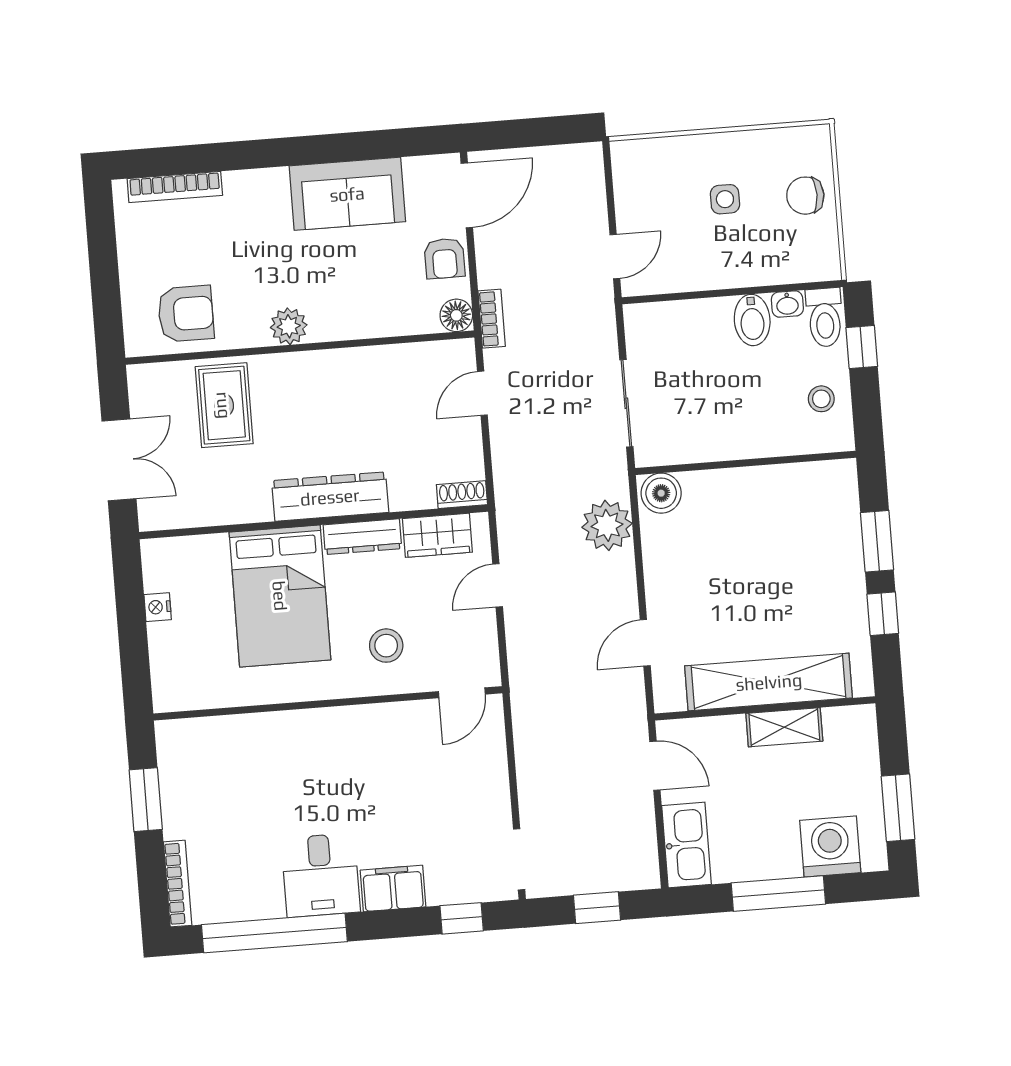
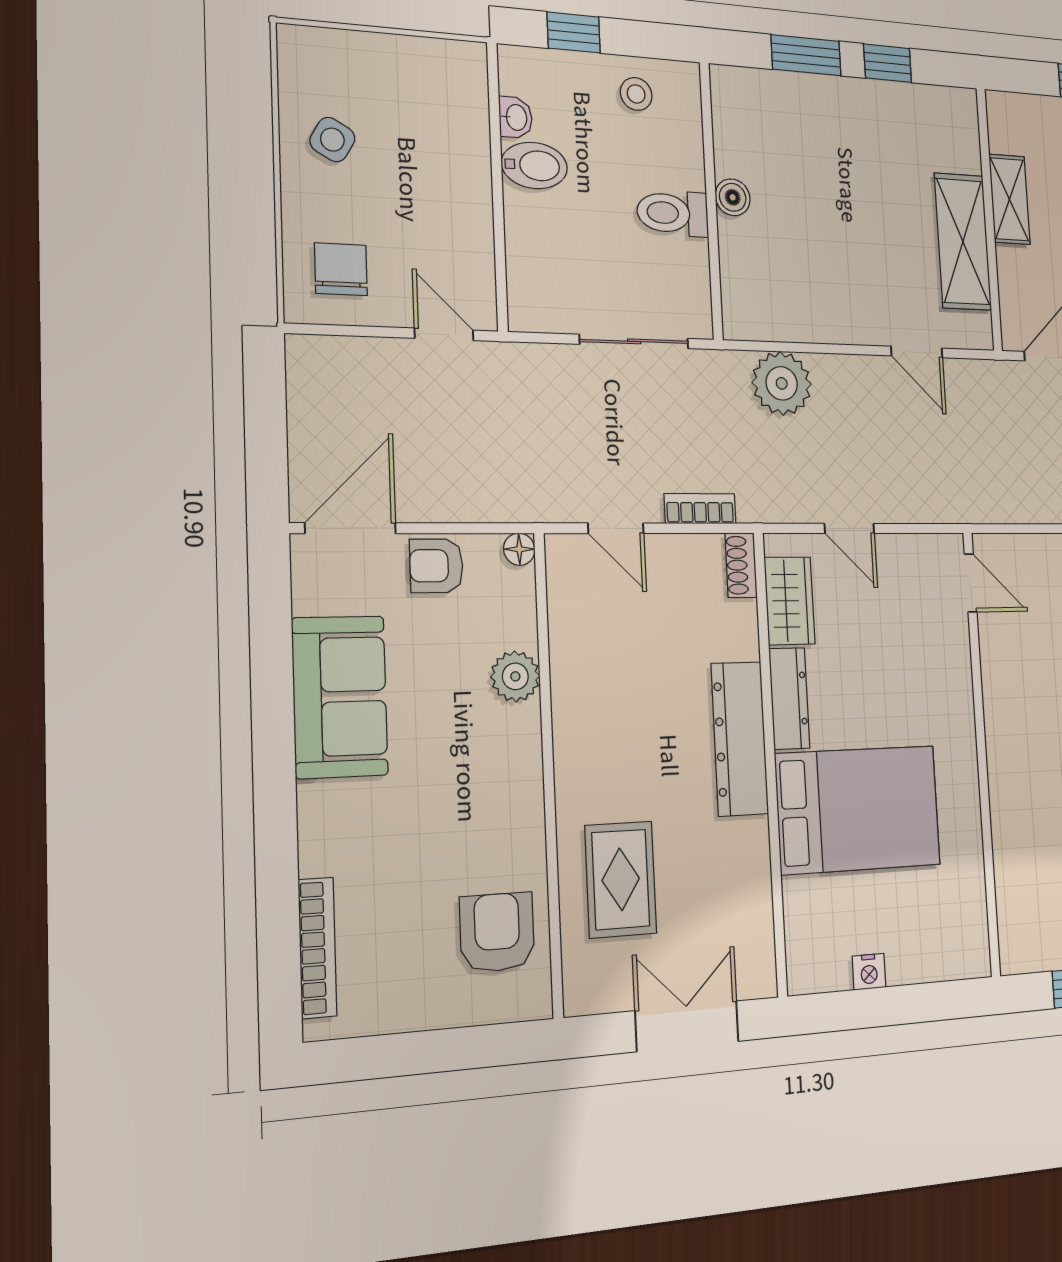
door: (467, 195) -> (351, 528), hinge flipped
chair: (805, 196) -> (341, 269), moved, turned 180
side table: (725, 199) -> (332, 140), moved, turned 30
armchair: (445, 258) -> (436, 566), turned 180
floor lamp: (456, 315) -> (519, 549), width x0.73, depth x0.73
toilet: (825, 317) -> (673, 213), moved, turned 180
bookcase: (492, 319) -> (700, 509), moved
plant: (289, 326) -> (515, 676), moved
rug: (224, 405) -> (621, 879), turned 90
boiler: (661, 493) -> (733, 197), moved, width x0.73, depth x0.73
stool: (386, 646) -> (917, 675), removed
shelving: (769, 682) -> (963, 242), width x0.68

